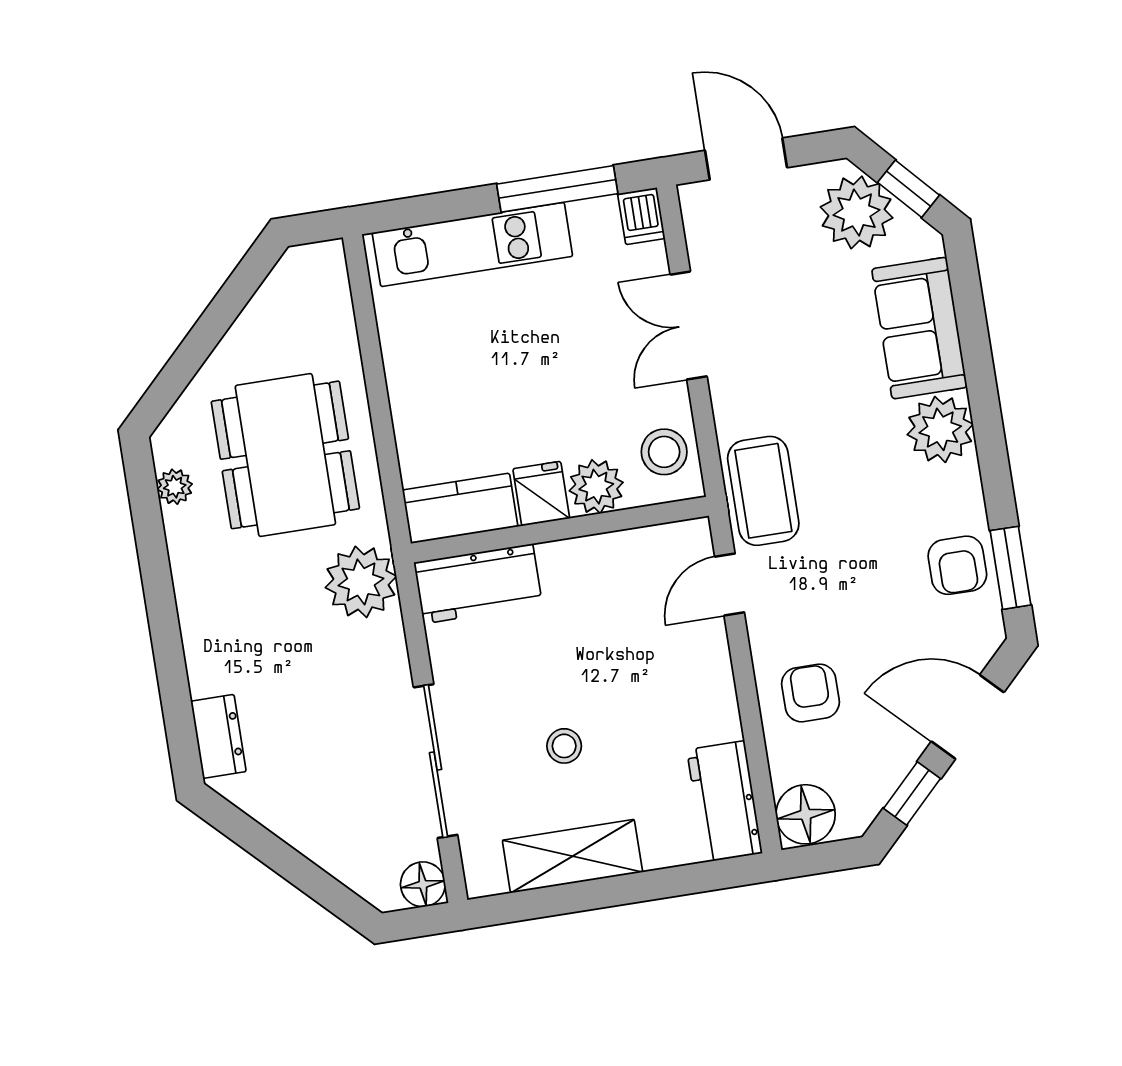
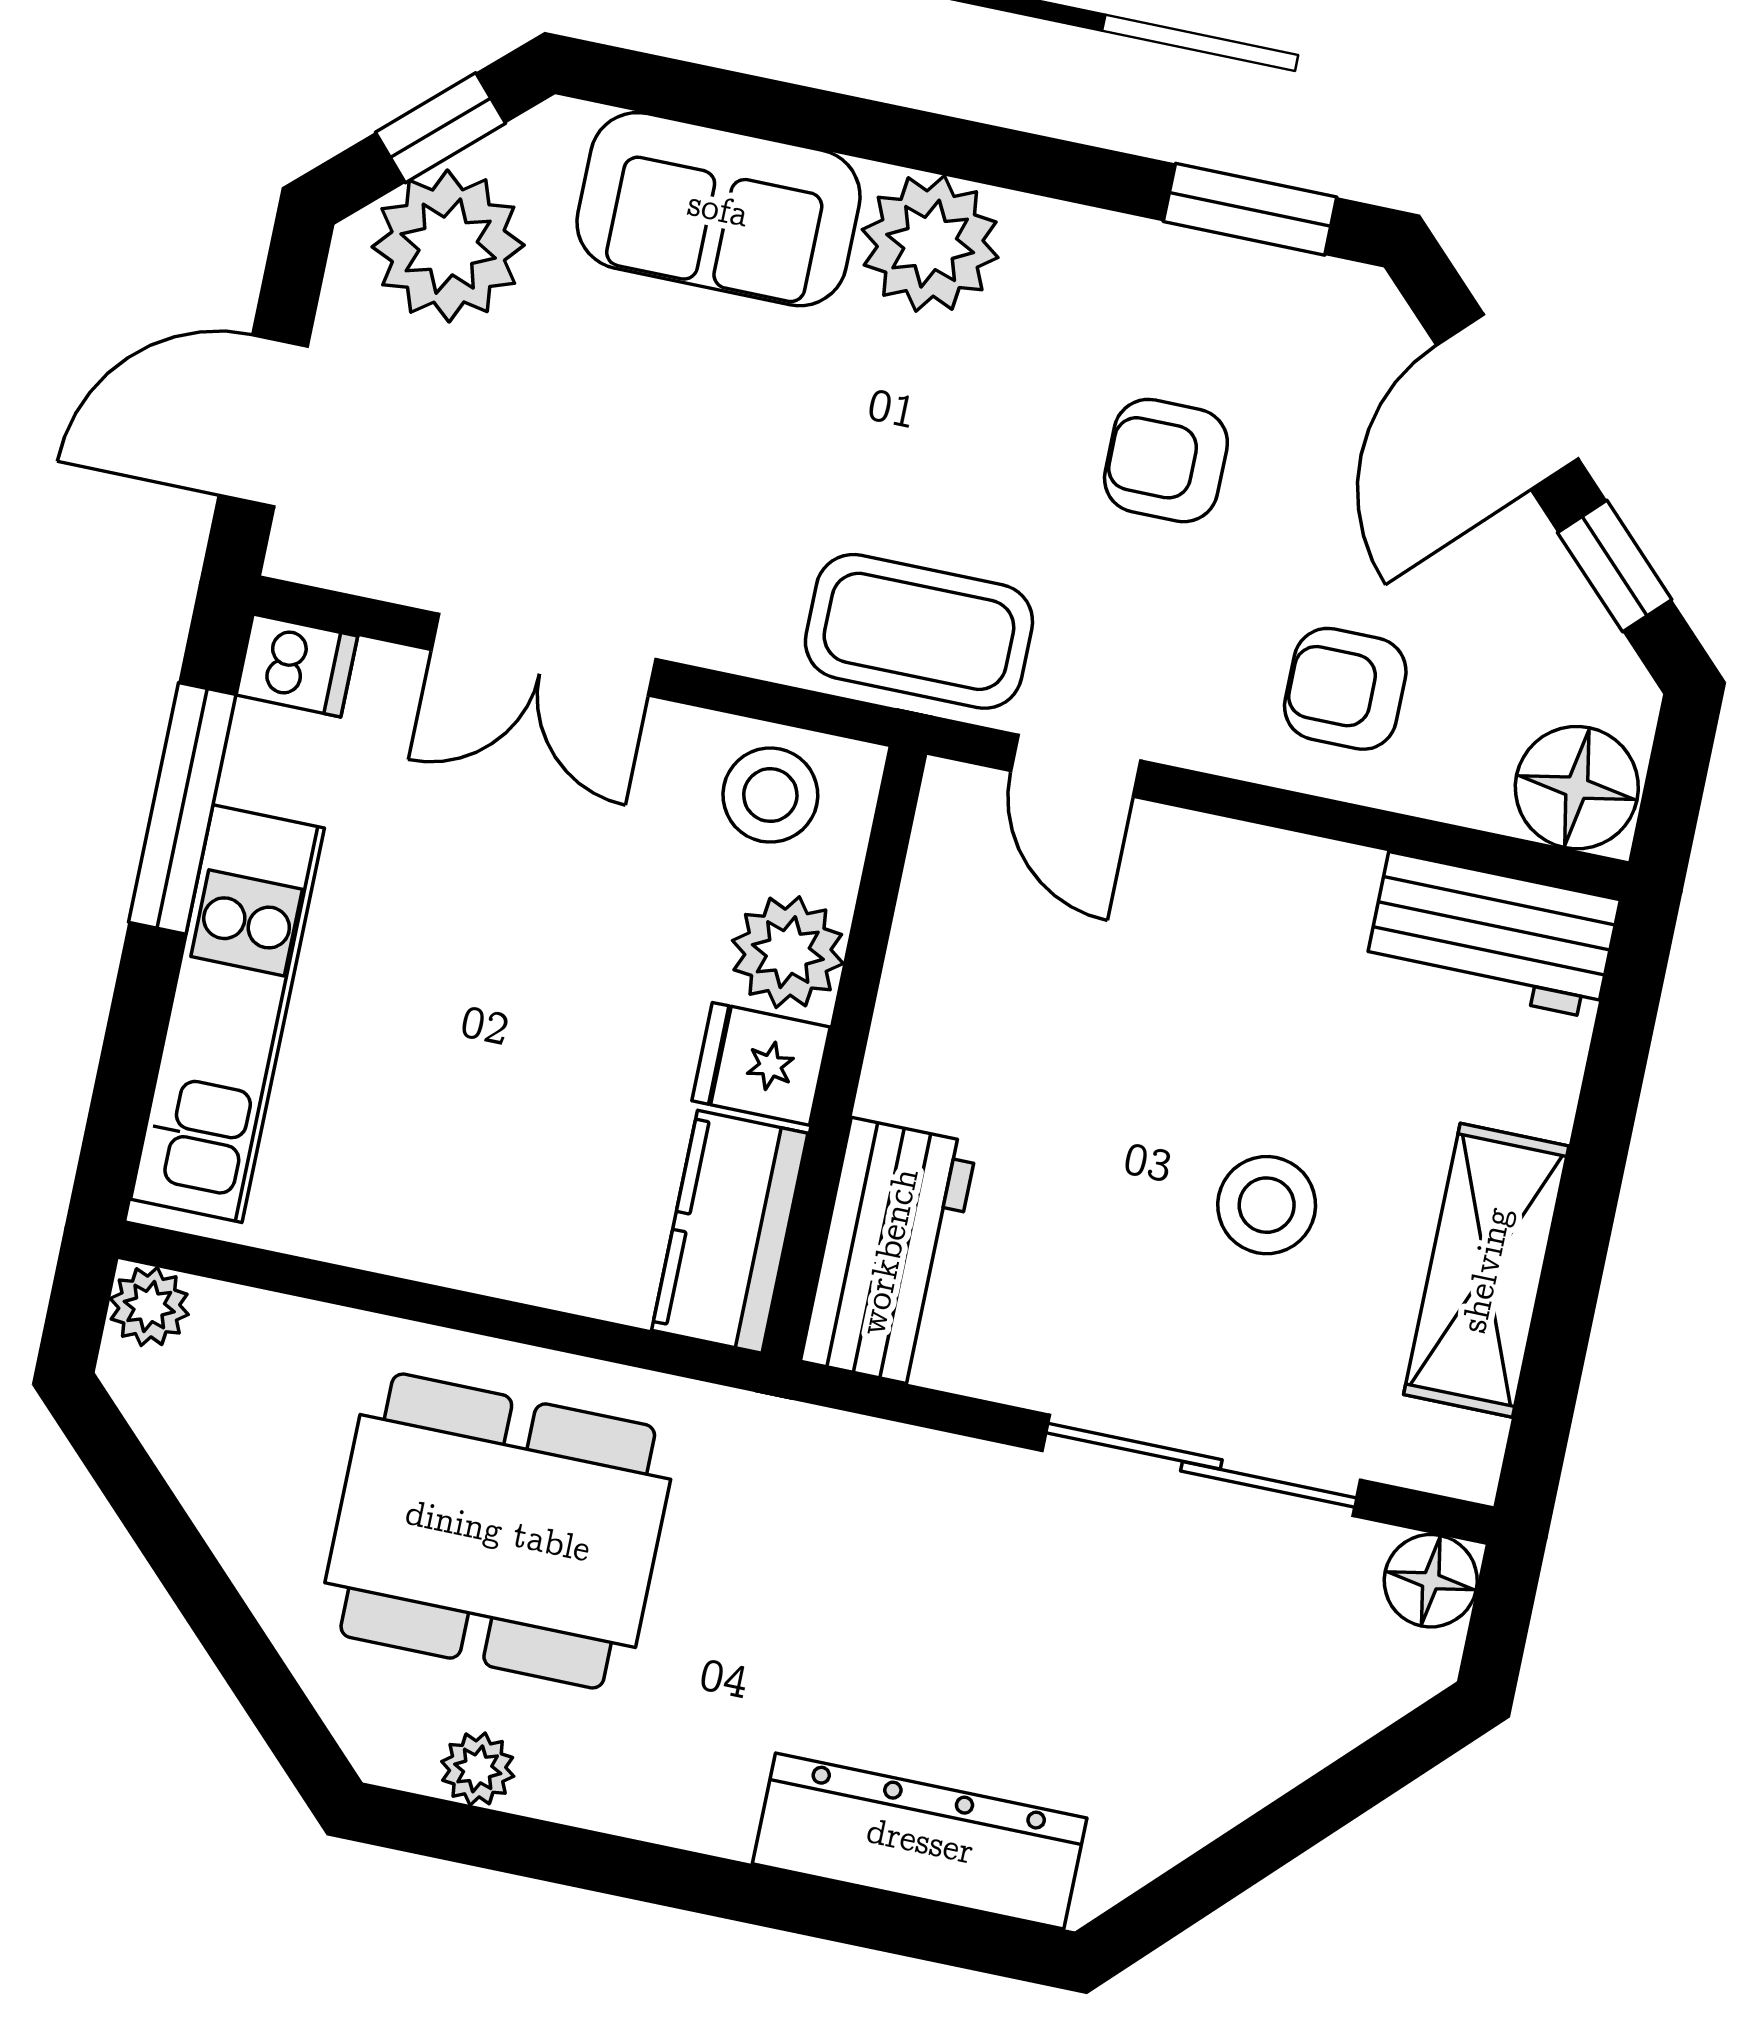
armchair: (957, 565) -> (1166, 461), moved, turned 180
plant: (361, 582) -> (149, 1307), moved, width x0.53, depth x0.53
dresser: (218, 736) -> (920, 1841), width x1.96, depth x1.24
stool: (564, 746) -> (1267, 1205), width x1.37, depth x1.37

